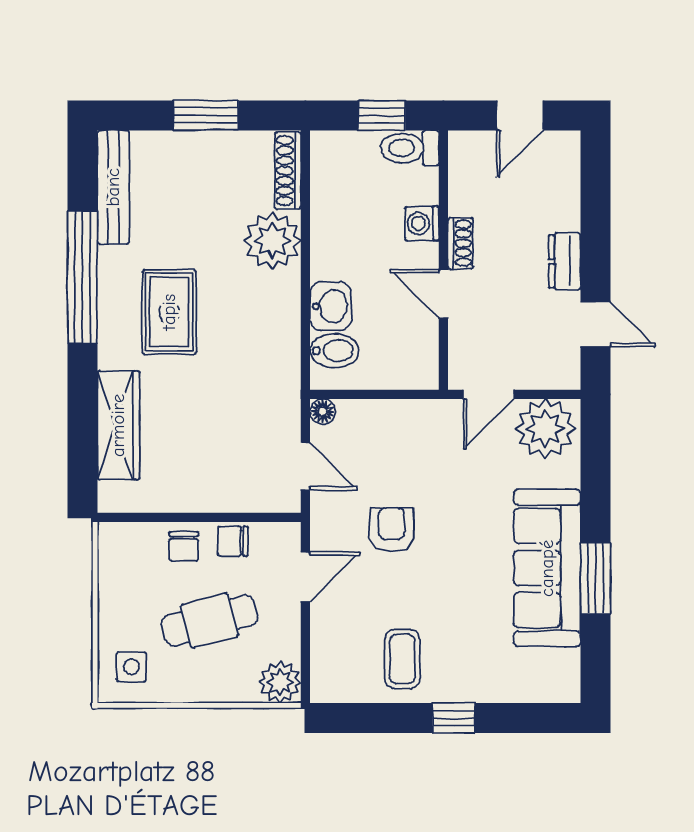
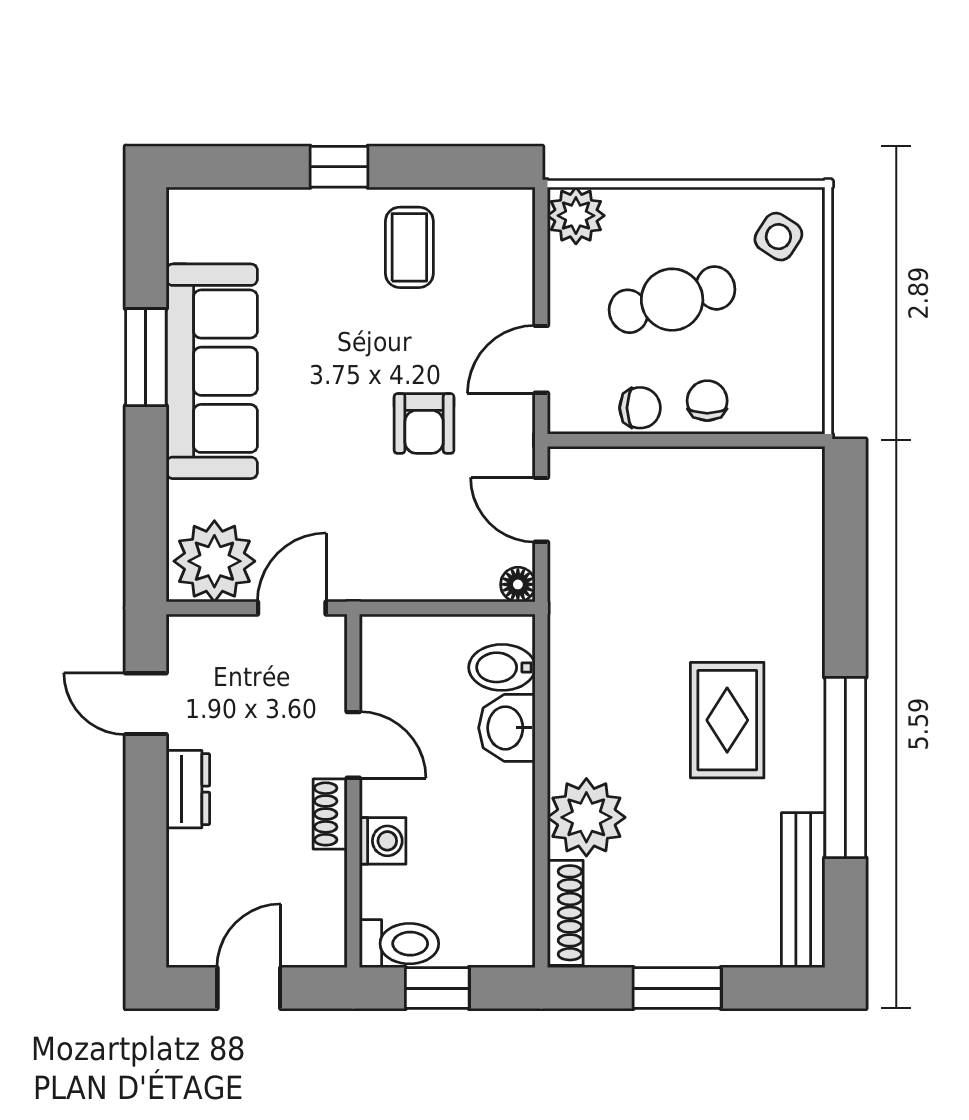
wardrobe: (118, 425) -> (796, 566), removed
side table: (132, 667) -> (778, 237), turned 33

